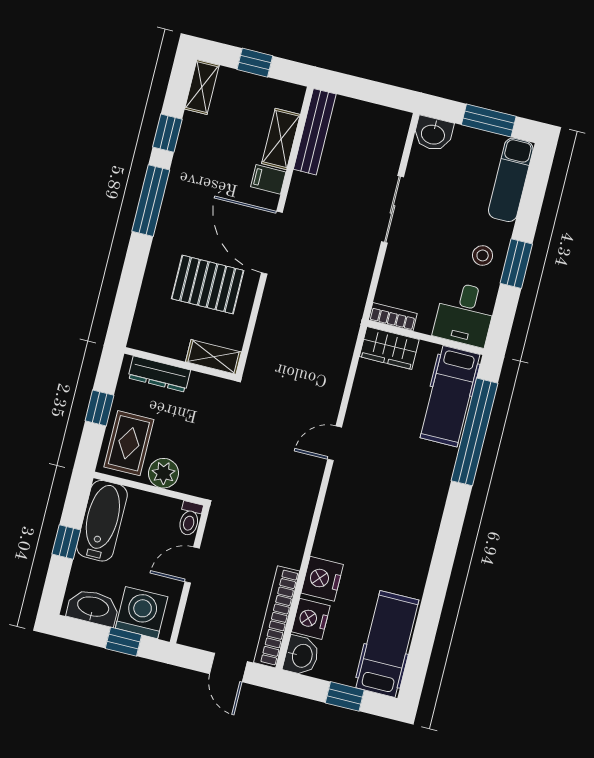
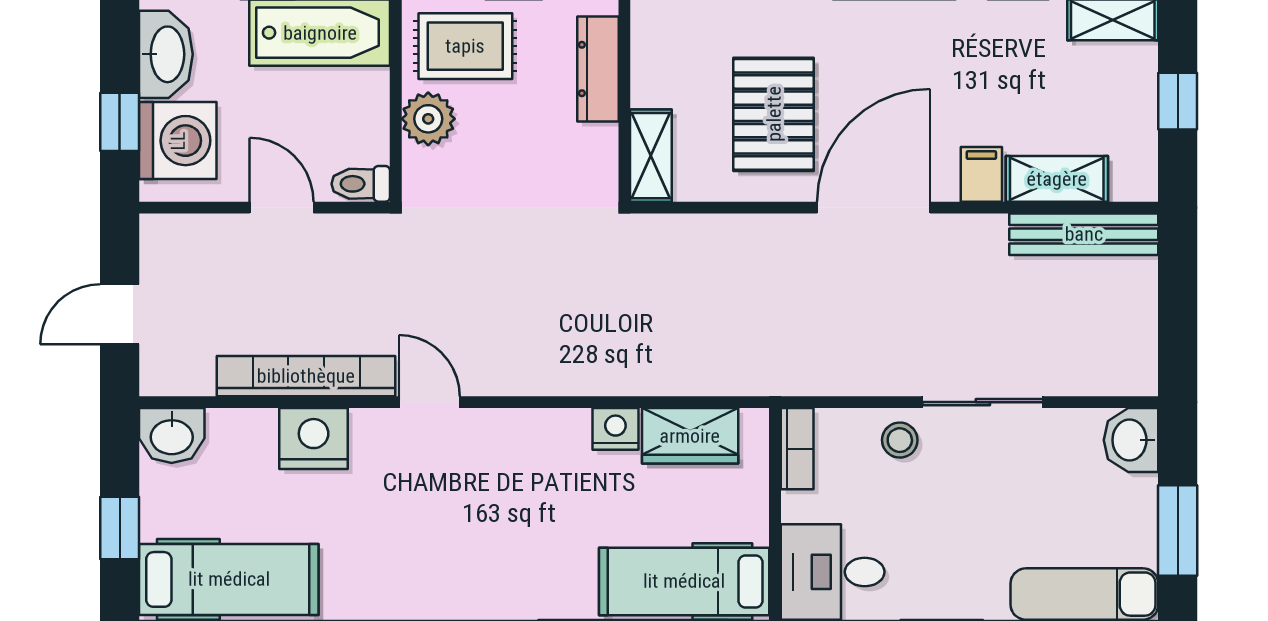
stool: (483, 255) -> (900, 440), moved
wardrobe: (389, 348) -> (690, 436), moved, turned -90
door: (335, 443) -> (429, 402), moved
bookcase: (277, 617) -> (306, 376), moved
nightstand: (311, 619) -> (615, 429), moved, width x0.74, depth x0.75

